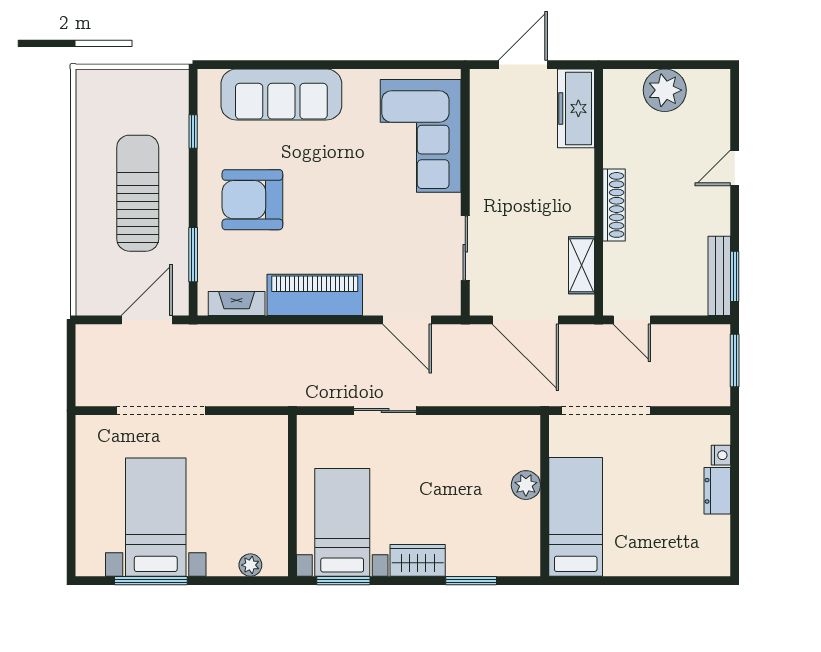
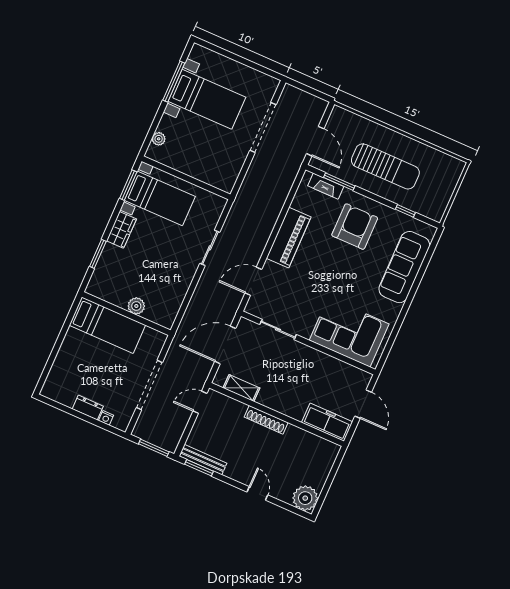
plant: (665, 90) -> (305, 498), moved
fireplace: (237, 303) -> (326, 186), moved, turned 90
doorway: (606, 411) -> (149, 385), moved

